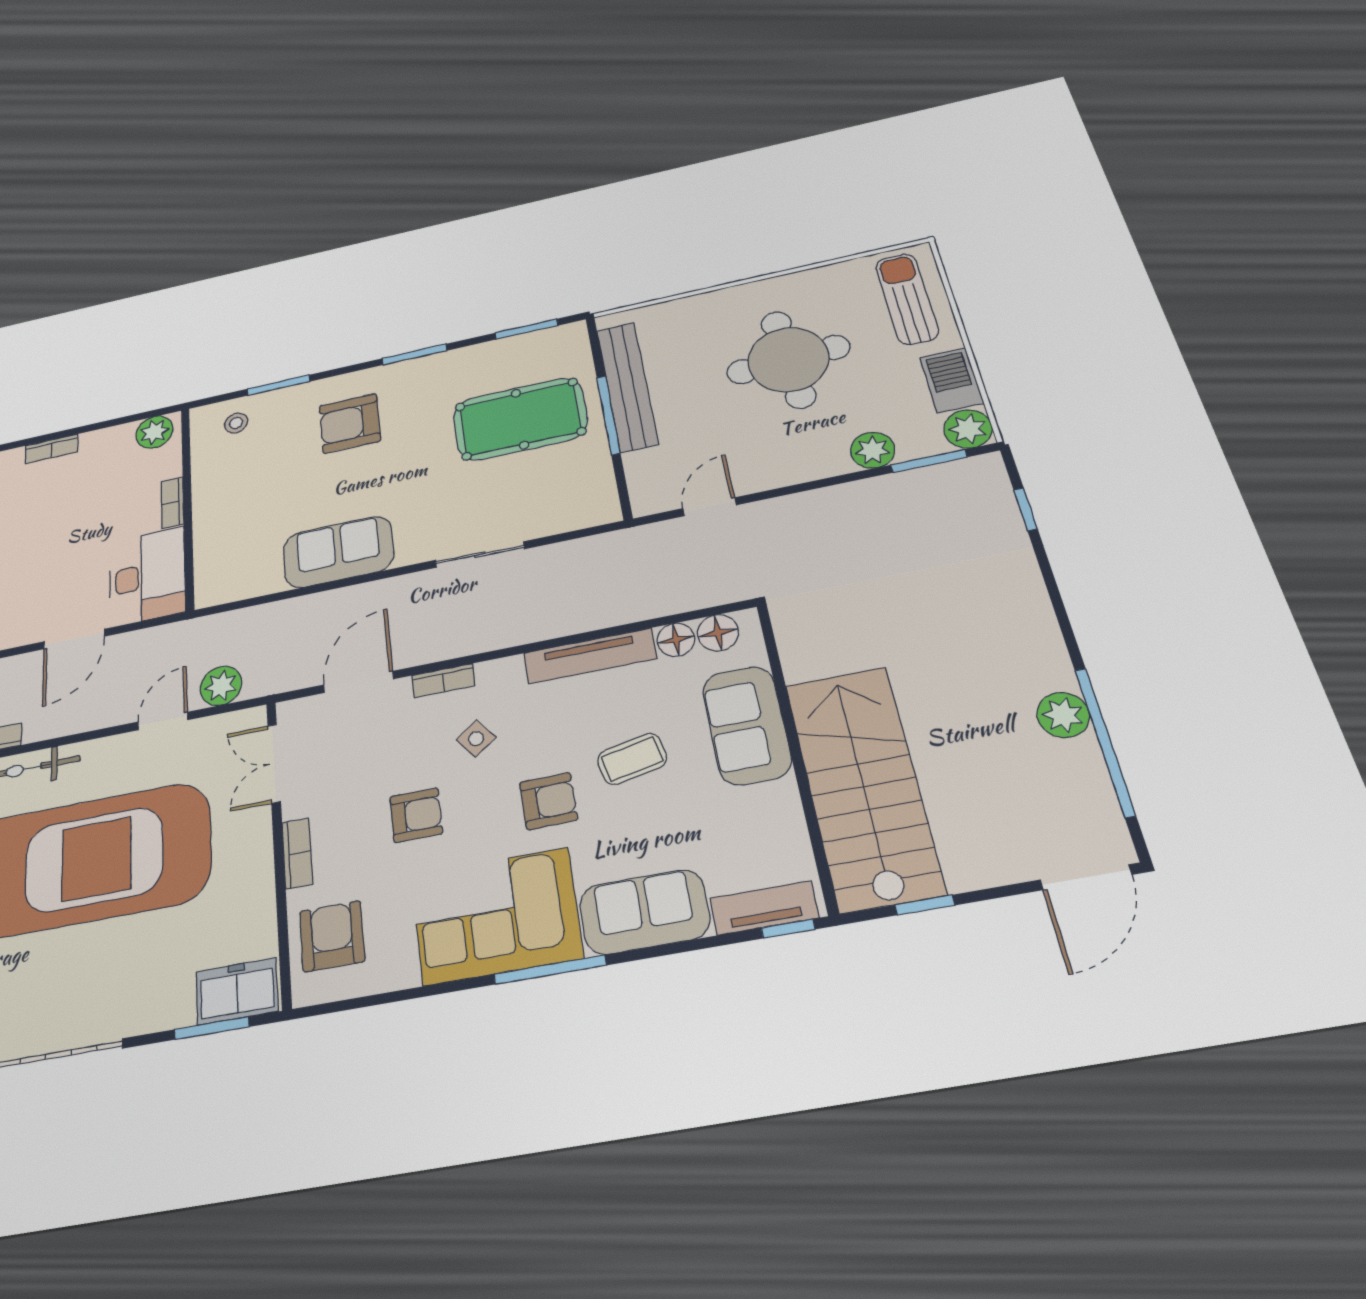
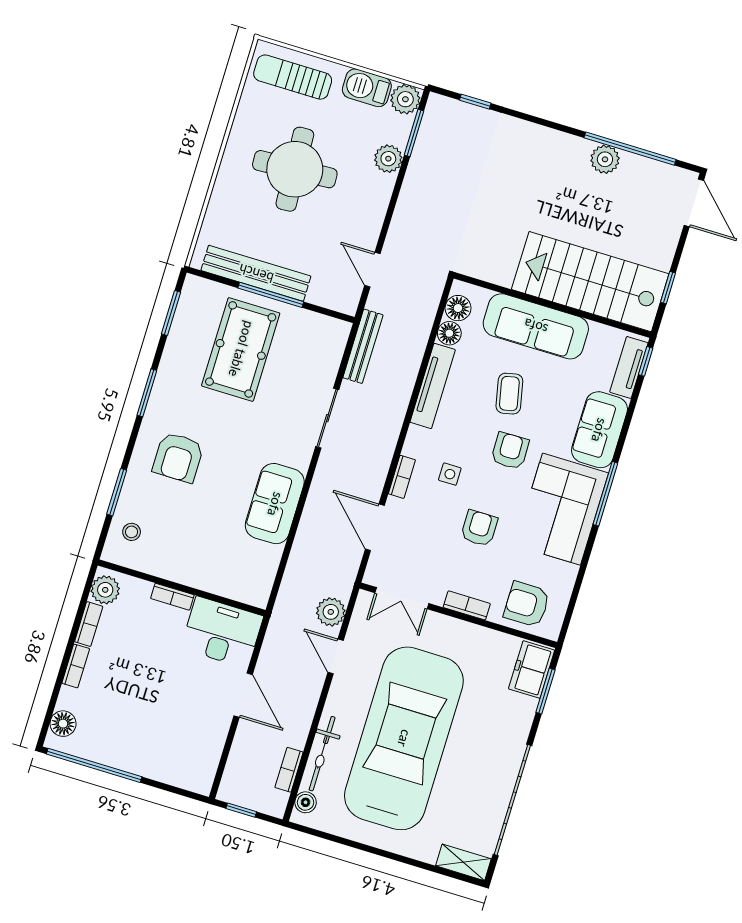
bookcase: (107, 436) -> (89, 624), added
bench: (599, 547) -> (363, 346), added
sofa: (747, 725) -> (536, 326), width x1.36
side table: (476, 739) -> (450, 474), turned 37

